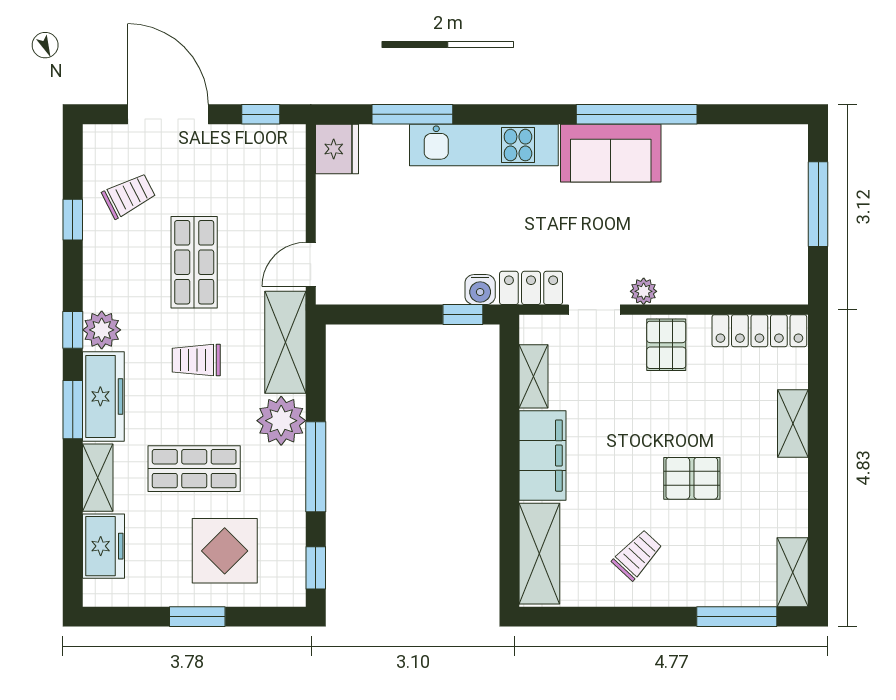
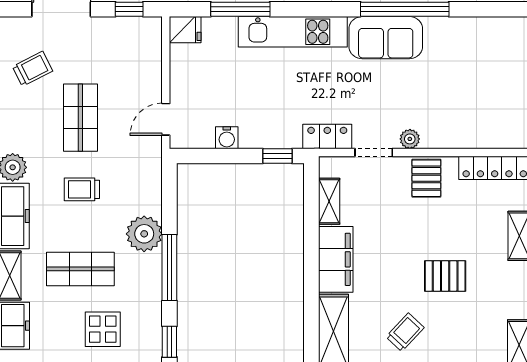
fridge: (337, 149) -> (185, 30), width x0.72
water cooler: (480, 290) -> (227, 138), moved
shelving: (285, 342) -> (147, 176), removed
display table: (225, 551) -> (103, 329), width x0.73, depth x0.73

